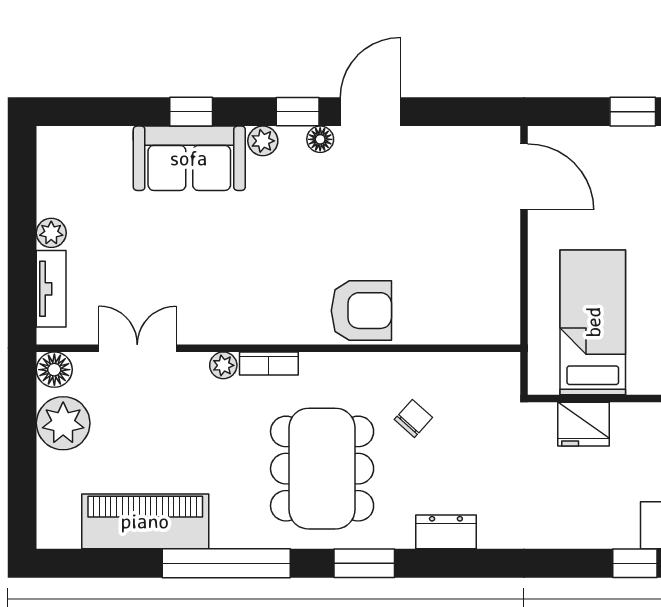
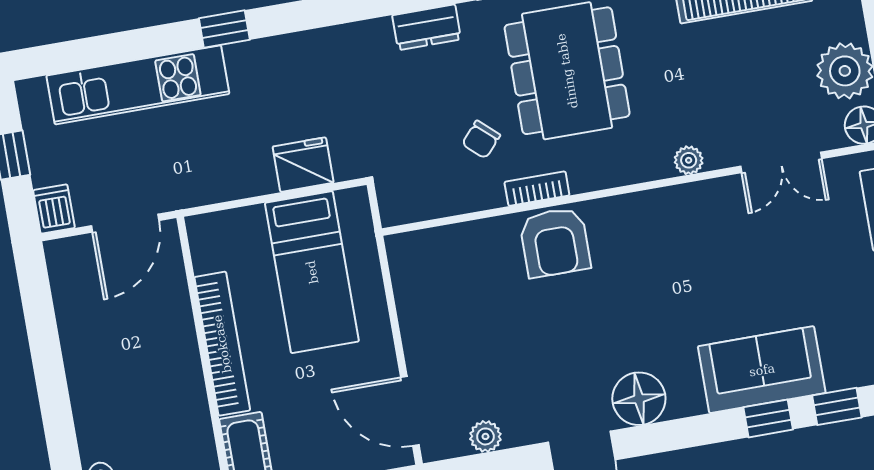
window: (298, 112) -> (837, 406), moved
floor lamp: (320, 139) -> (639, 399), width x1.89, depth x1.89
plant: (263, 141) -> (485, 436), moved
armchair: (361, 311) -> (555, 242), turned -90
bookcase: (269, 364) -> (537, 189), moved

